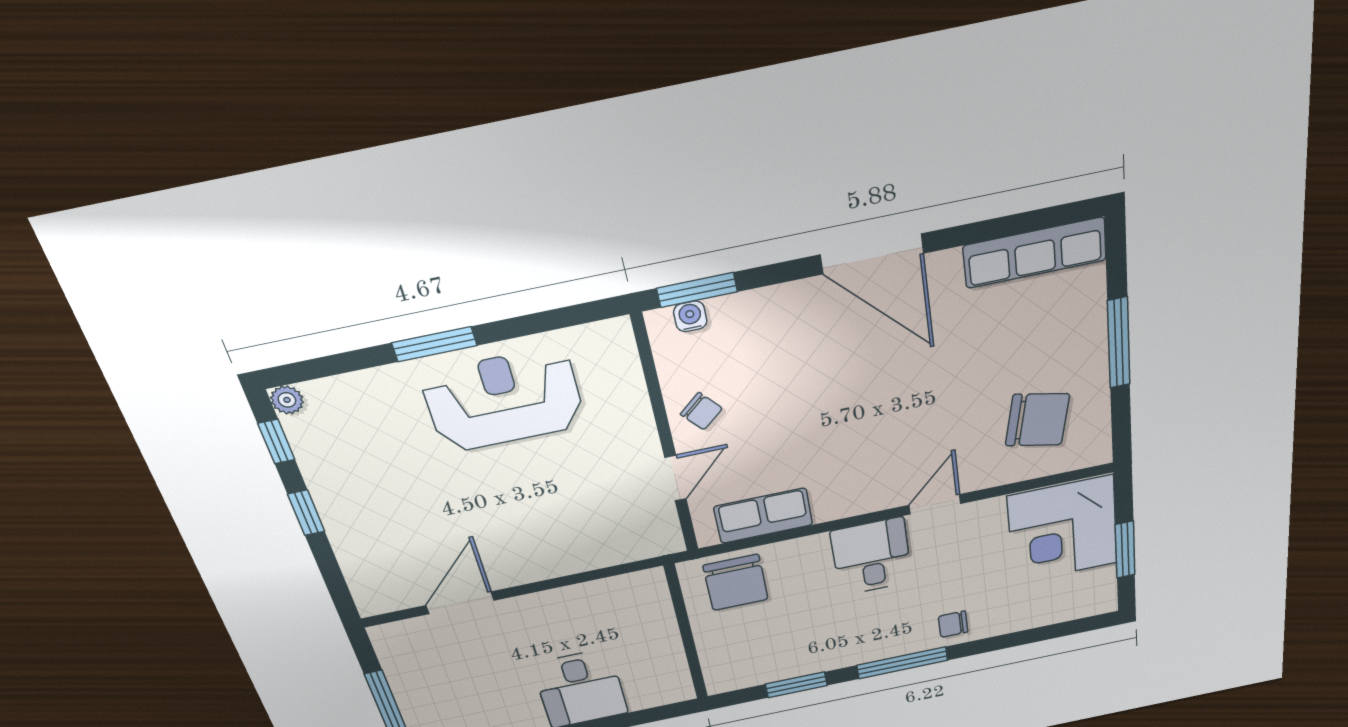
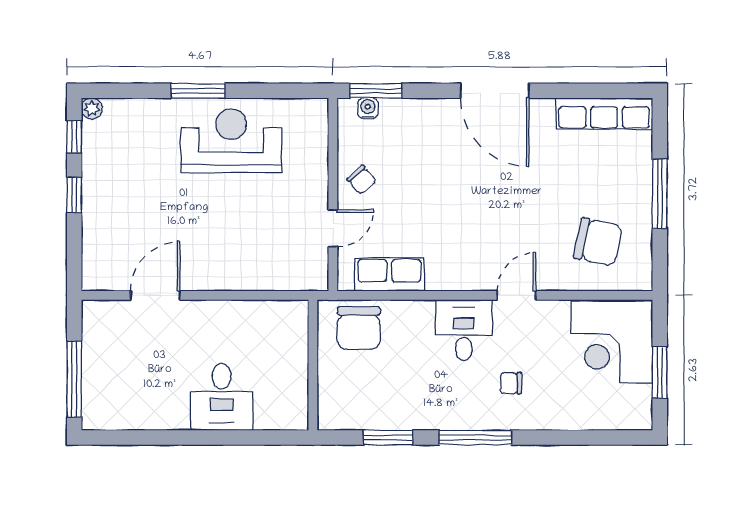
chair: (953, 624) -> (511, 383), moved

